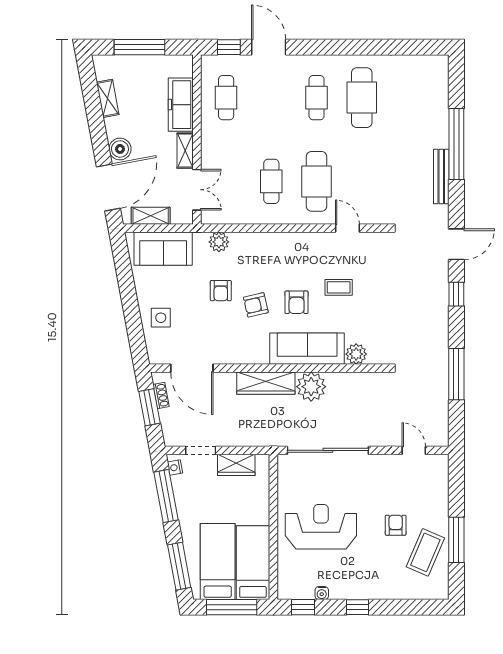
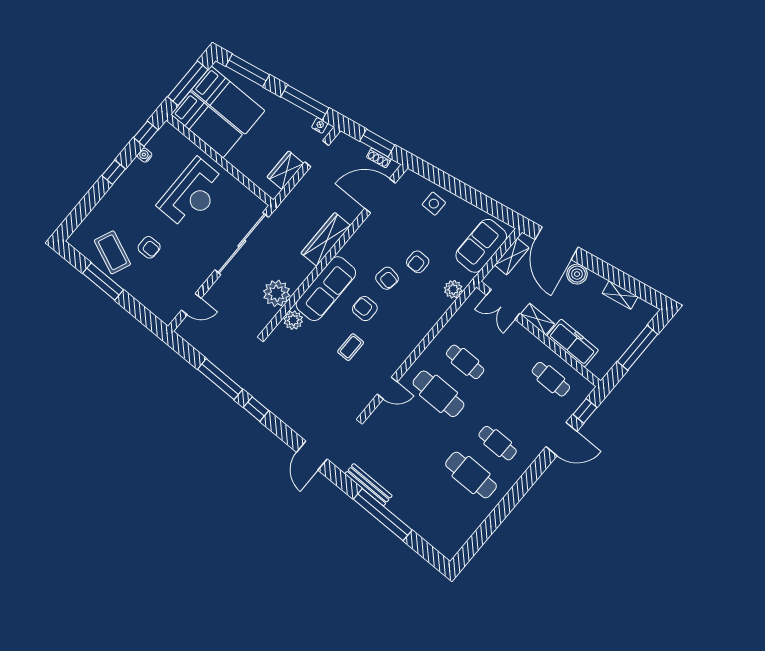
armchair: (221, 291) -> (418, 262), turned -90
window: (456, 294) -> (256, 409), moved
armchair: (256, 305) -> (387, 278), turned 113
plant: (311, 387) -> (277, 293), moved

